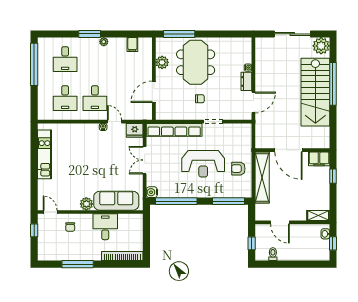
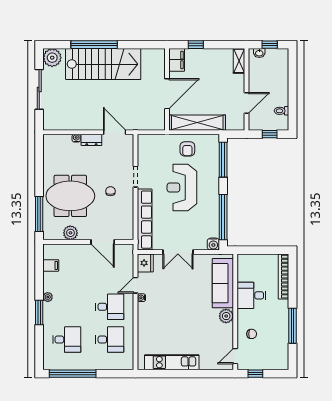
reception desk: (203, 164) -> (182, 188), turned 180

